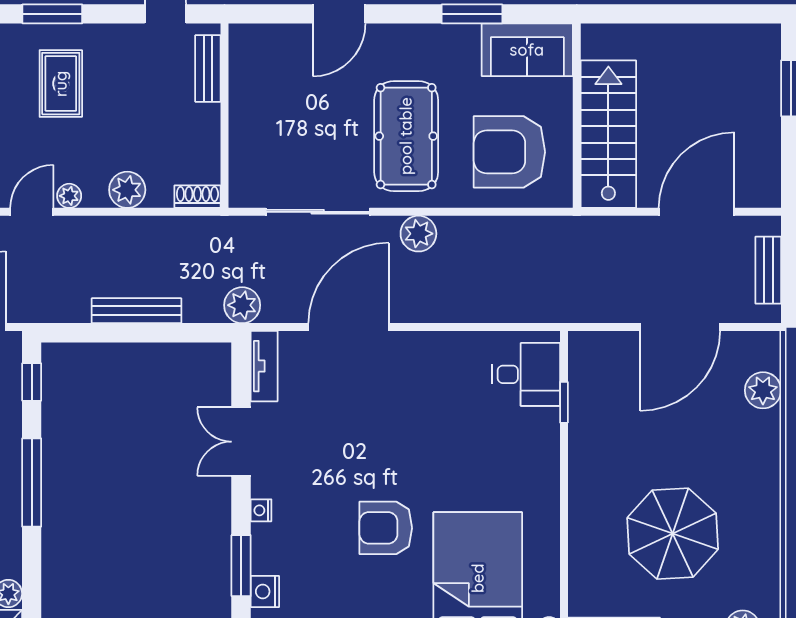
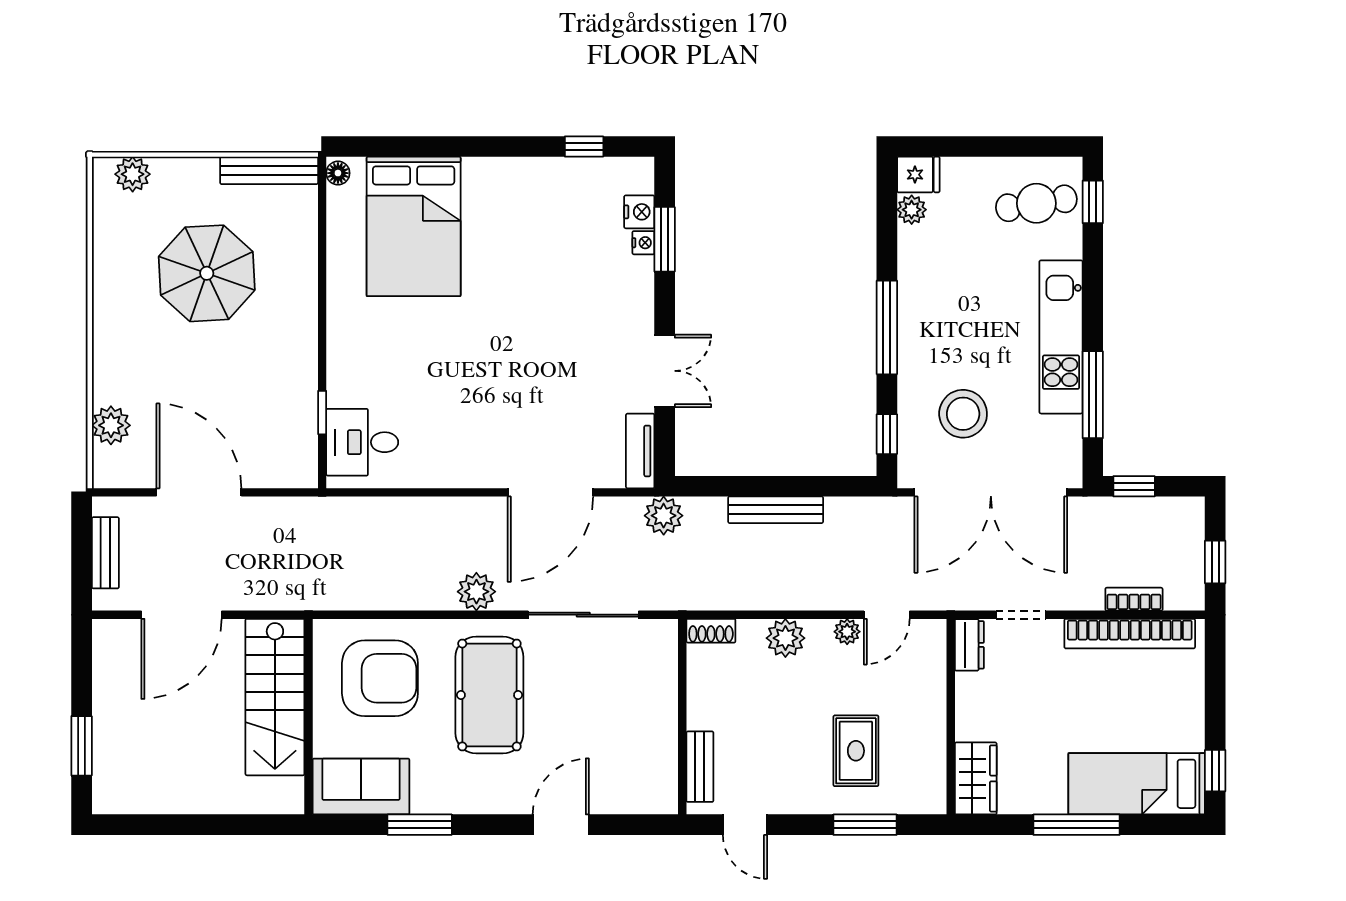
door: (680, 327) -> (199, 492), hinge flipped
nightstand: (261, 510) -> (643, 243), moved
armchair: (386, 528) -> (511, 279), removed

